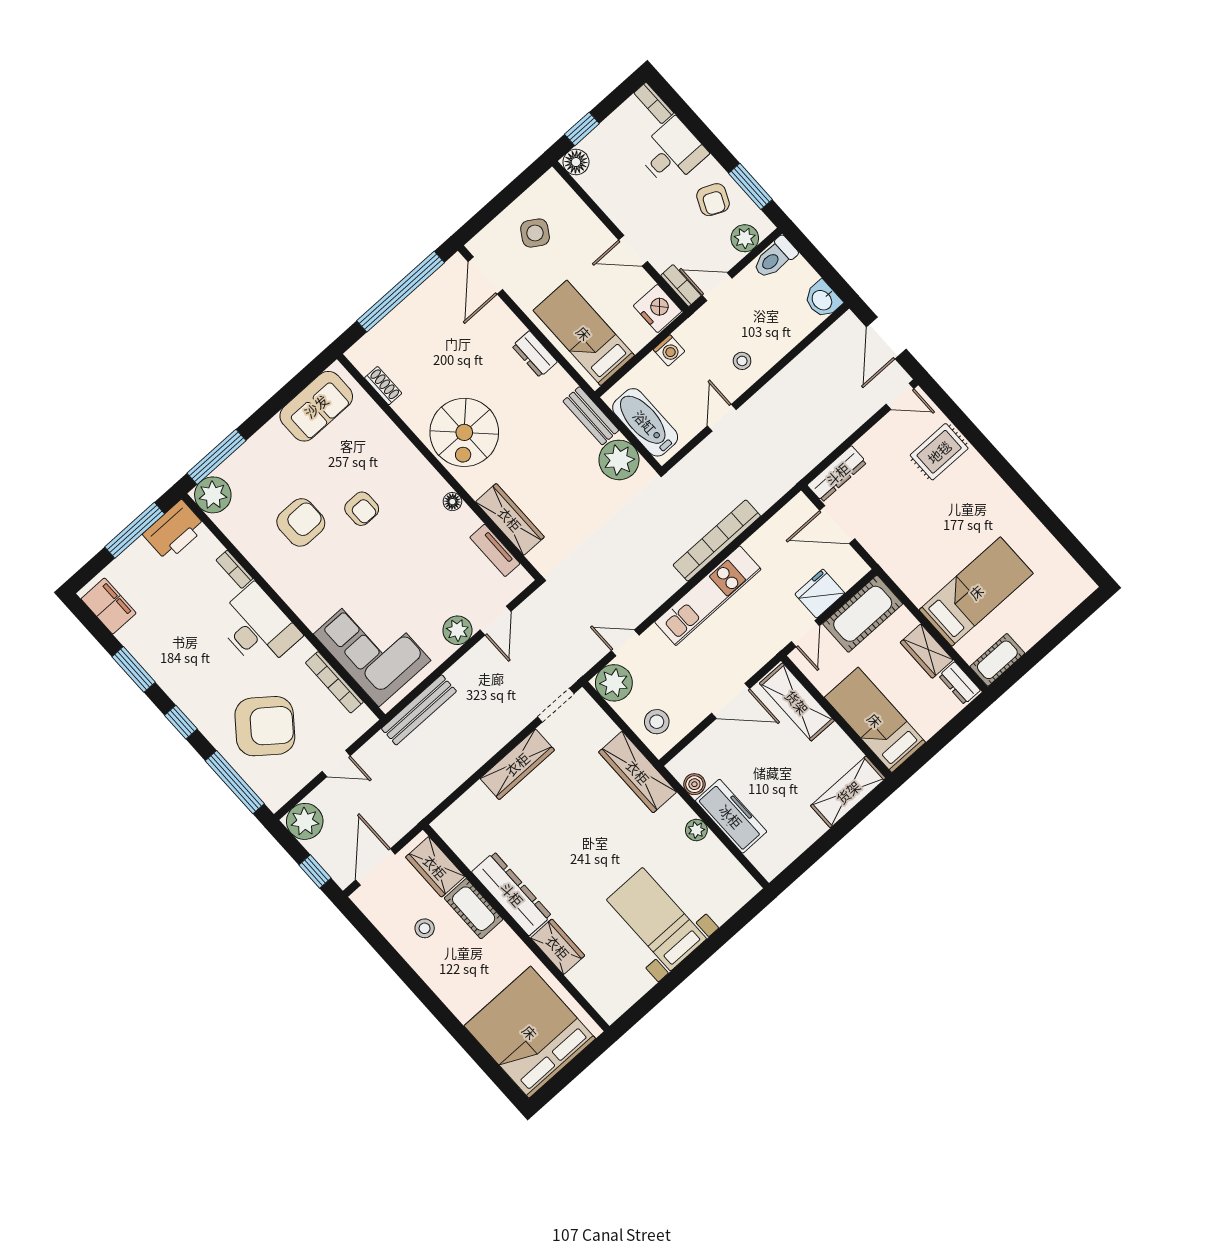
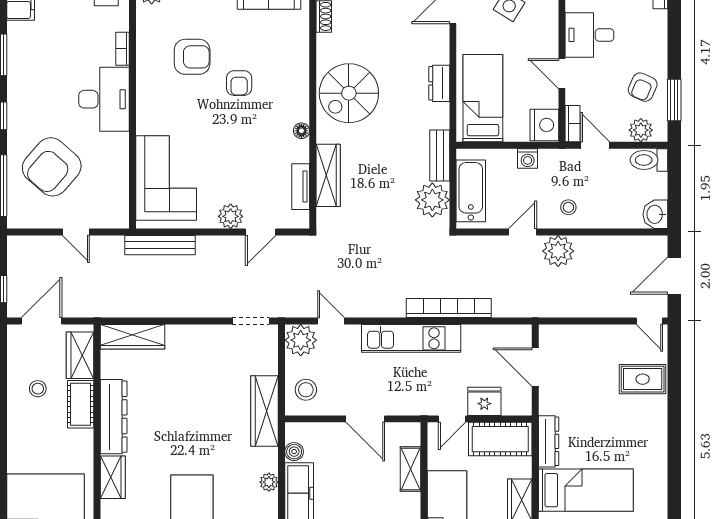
desk: (672, 153) -> (589, 35), moved, turned 180
dresser: (837, 474) -> (549, 441), moved, turned -90
bookcase: (334, 682) -> (122, 179), removed
shelving: (797, 702) -> (411, 469), width x0.67, depth x0.75
armchair: (265, 726) -> (52, 167), turned 93
wardrobe: (517, 764) -> (132, 337), moved
plant: (305, 821) -> (558, 251), moved

